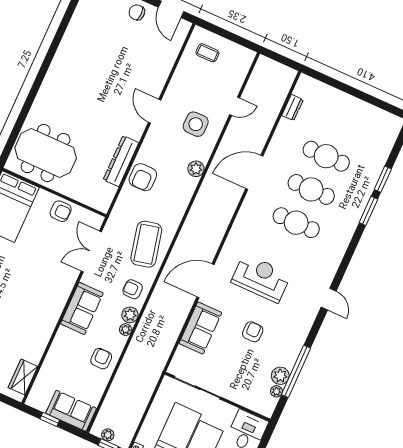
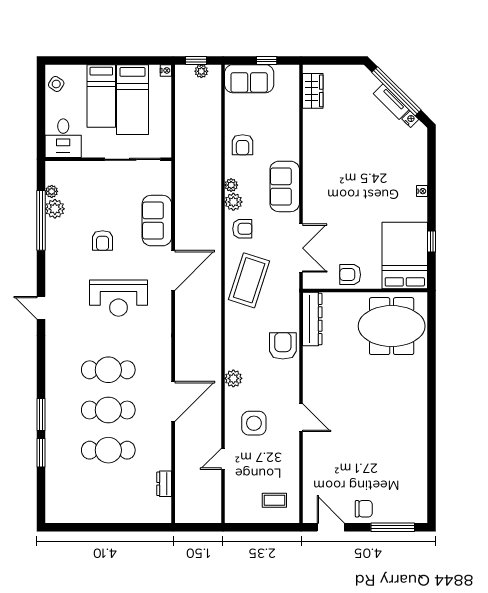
dresser: (121, 161) -> (312, 319), moved
coffee table: (146, 244) -> (249, 280), turned 31

